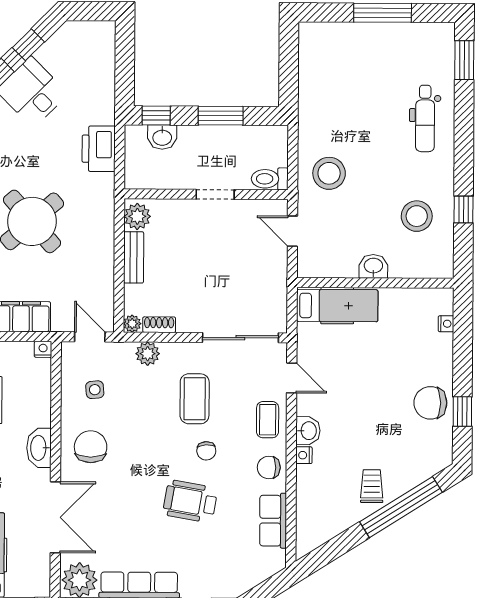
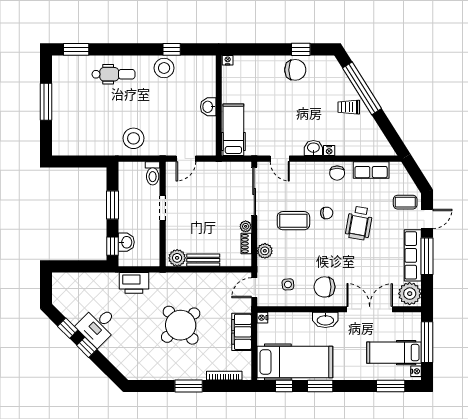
stool: (329, 173) -> (133, 138), moved
stool: (417, 216) -> (164, 68), moved
plant: (132, 324) -> (246, 226), moved
nightstand: (446, 324) -> (228, 60), moved
door: (292, 378) -> (280, 159), swing flipped
chair: (430, 403) -> (295, 70), turned -90
coffee table: (268, 420) -> (405, 202), moved

